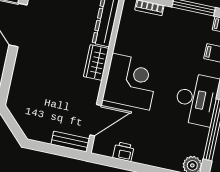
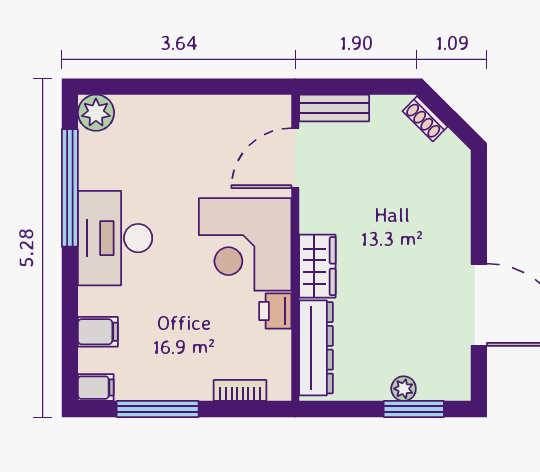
shoe rack: (25, 126) -> (425, 119), added
printer: (124, 152) -> (275, 311), moved, turned 90

